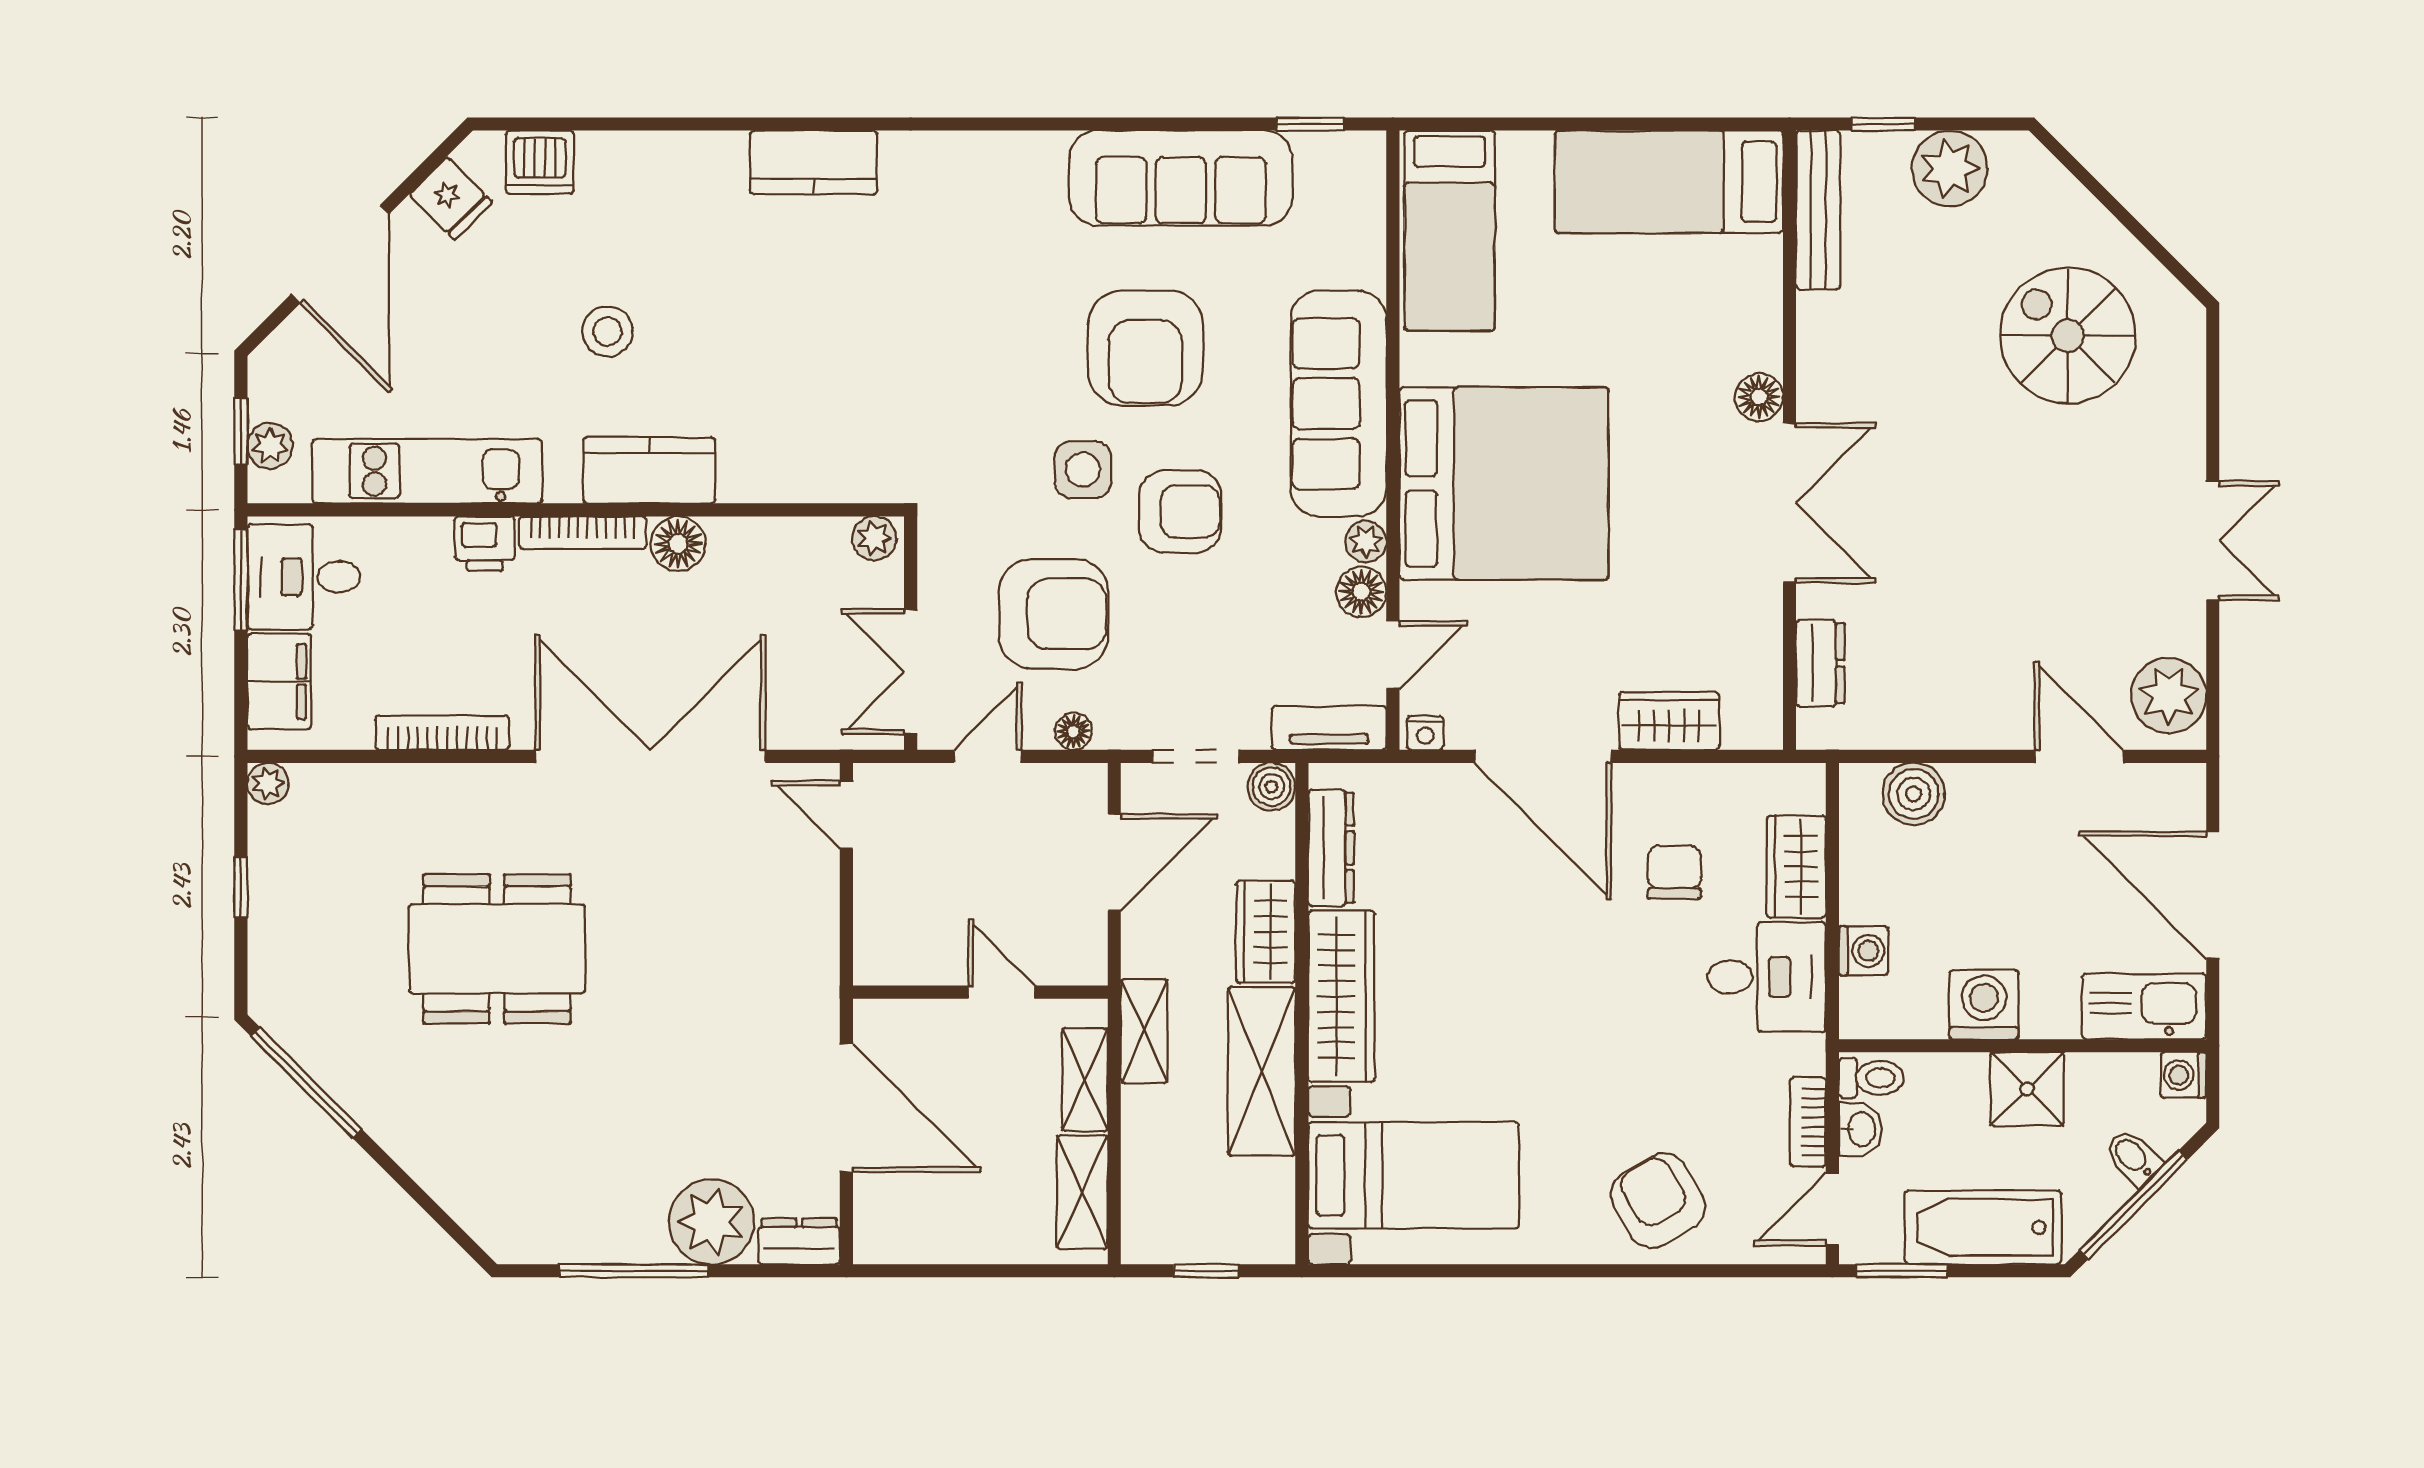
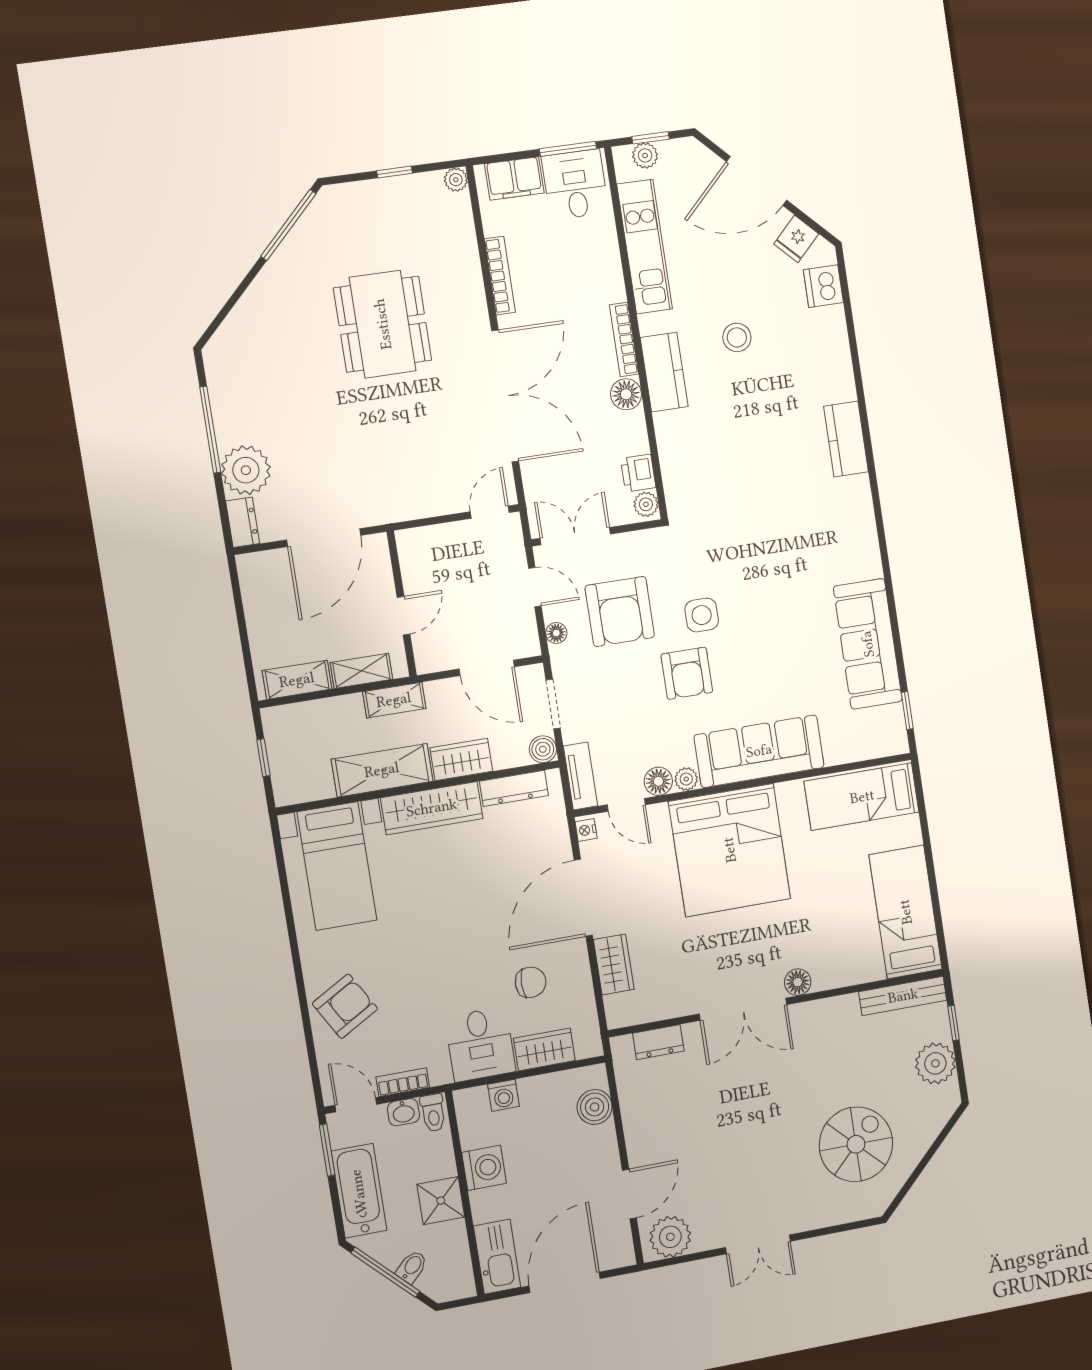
armchair: (1145, 348) -> (773, 639), removed
printer: (485, 544) -> (638, 473), moved
washing machine: (2183, 1075) -> (462, 1286), removed

